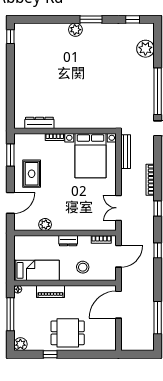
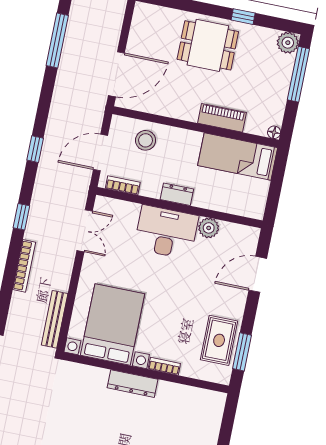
dresser: (39, 123) -> (133, 384), moved
rug: (32, 174) -> (219, 340), moved
desk: (70, 217) -> (166, 232), added
stool: (83, 267) -> (146, 140), moved
window: (10, 314) -> (298, 74), moved

